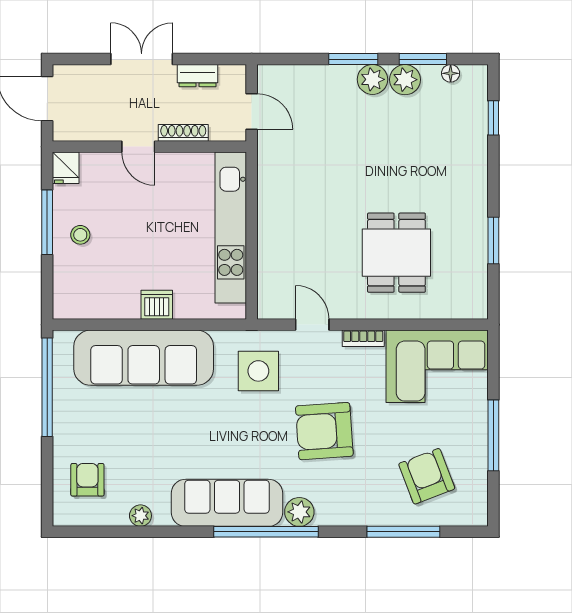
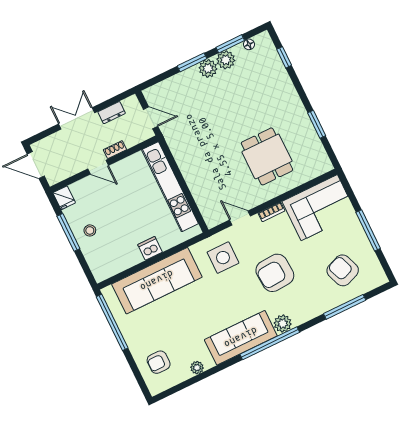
shoe rack: (183, 133) -> (115, 150), width x0.70
armchair: (87, 480) -> (159, 362), turned -90

